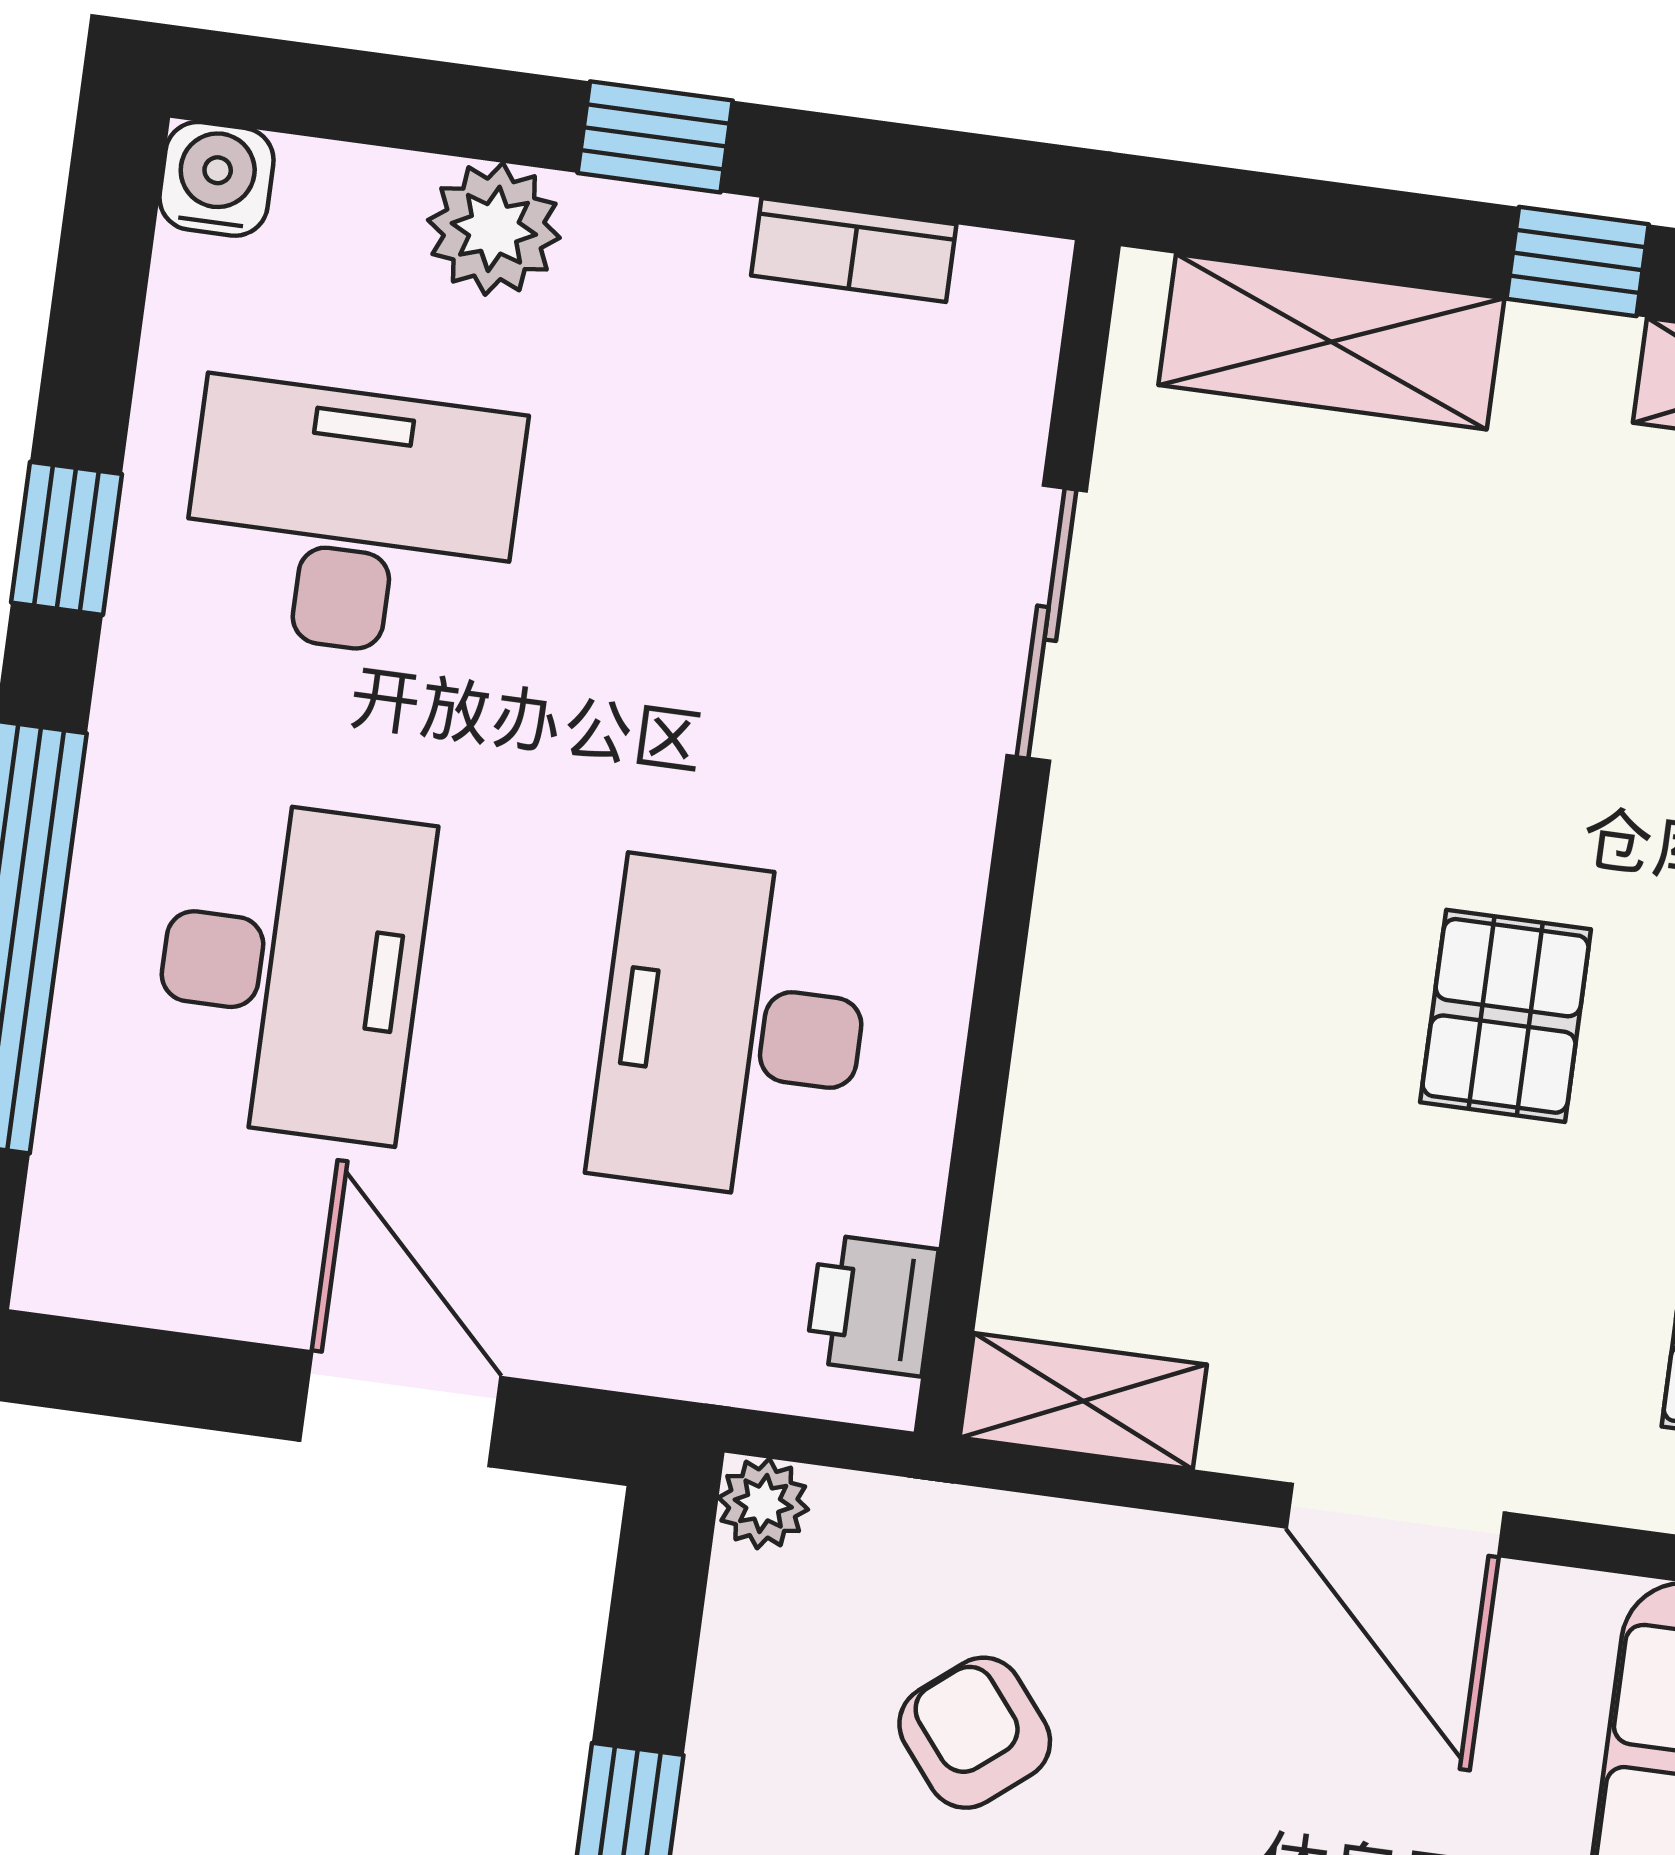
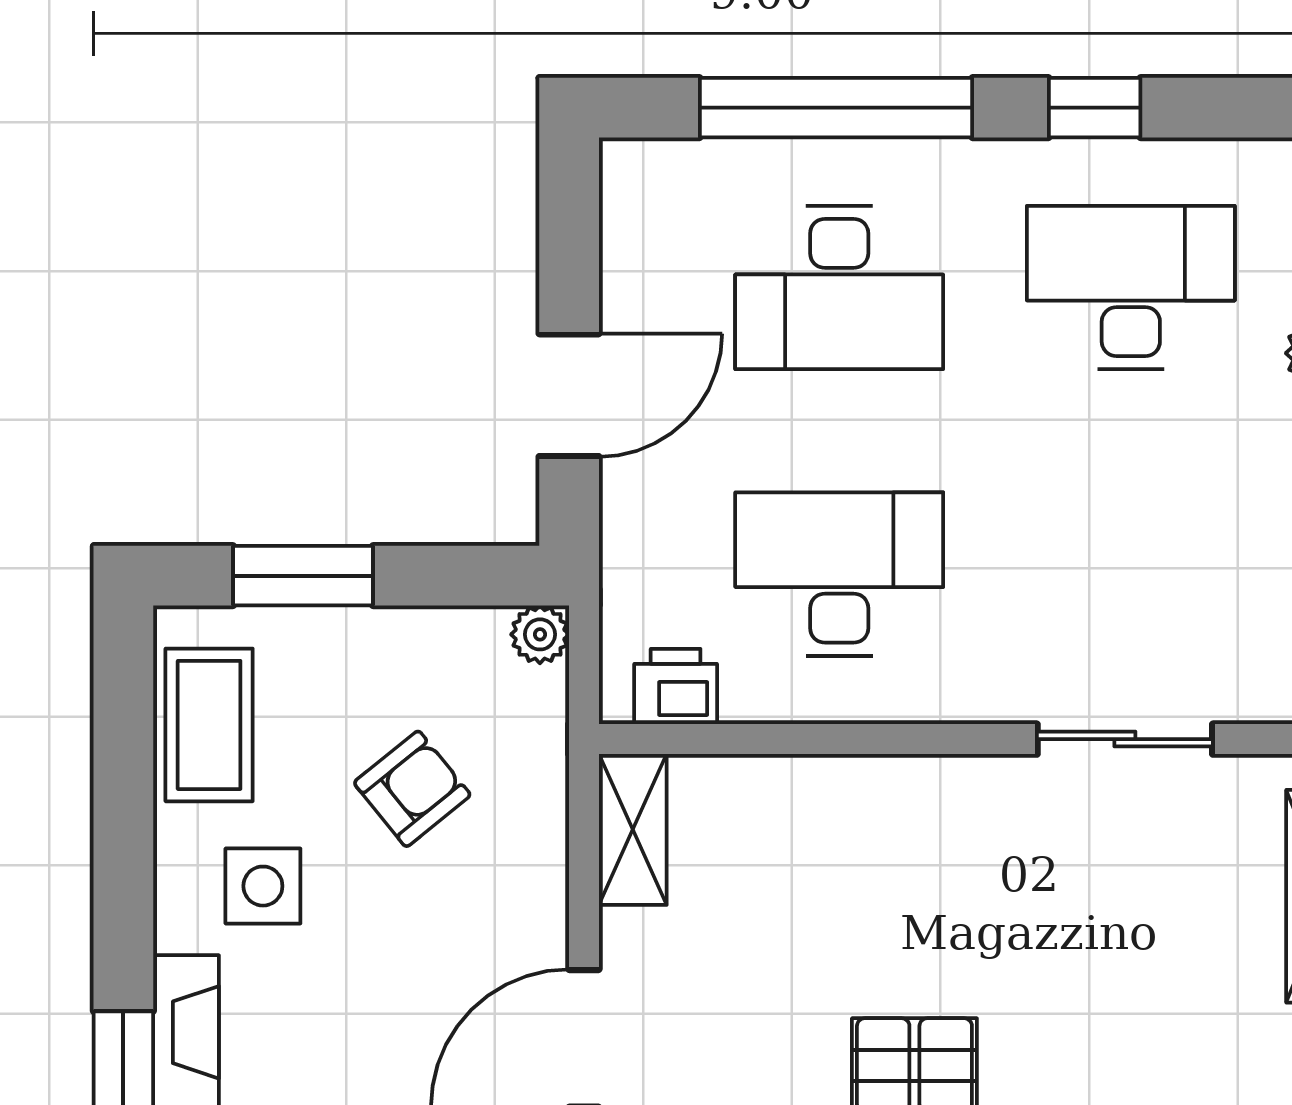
desk: (351, 520) -> (1131, 287), turned -90

